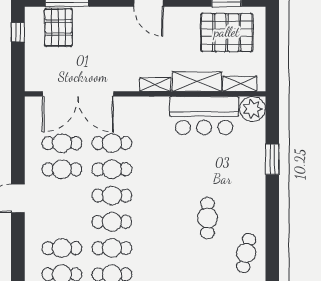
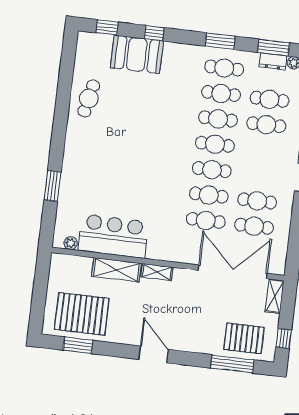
pallet: (58, 27) -> (244, 338), turned 90
shelving: (240, 84) -> (275, 296), moved, turned 90
plant: (253, 109) -> (71, 243), width x0.53, depth x0.53
cafe table: (207, 218) -> (122, 137), removed

